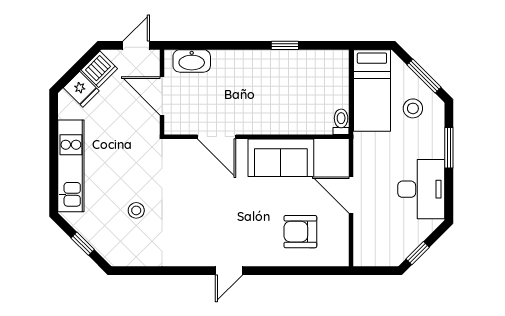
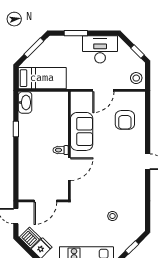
washbasin: (192, 61) -> (25, 102), moved
stool: (413, 108) -> (136, 78), moved
toilet: (341, 122) -> (61, 150), moved

